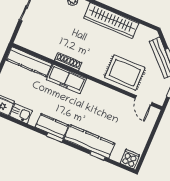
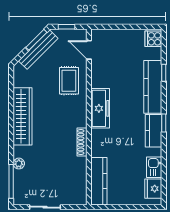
rug: (125, 73) -> (69, 81), width x0.73, depth x0.70
freezer: (66, 79) -> (100, 108), moved
door: (144, 100) -> (89, 50), swing flipped

